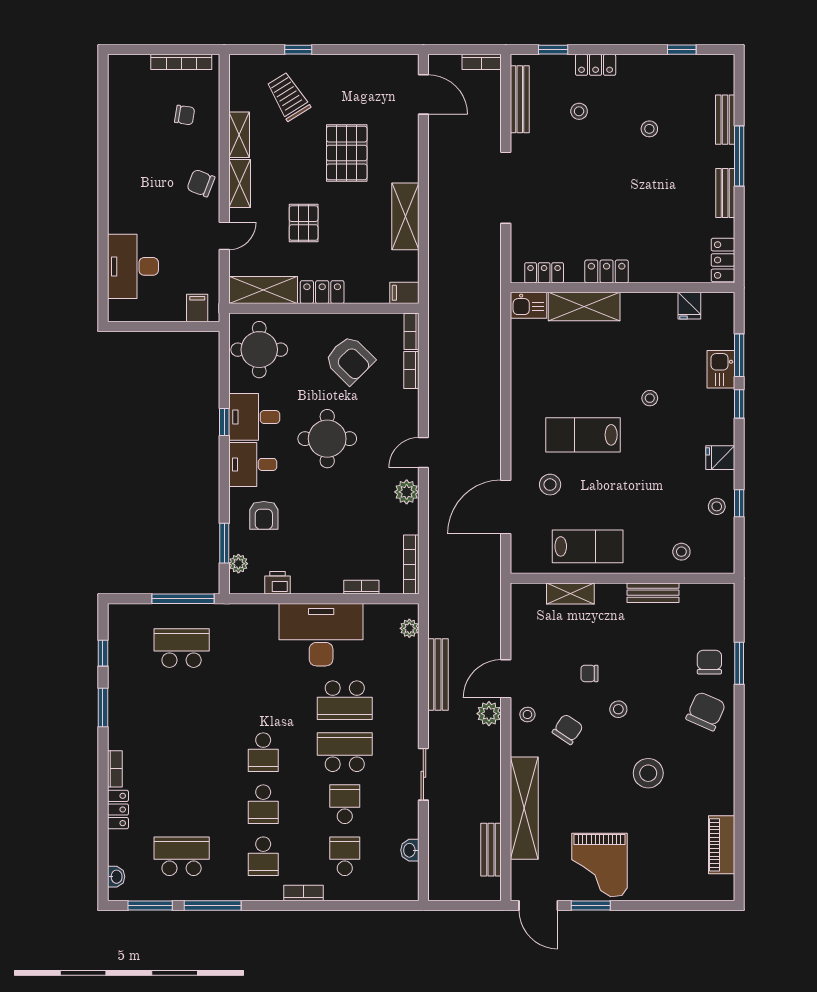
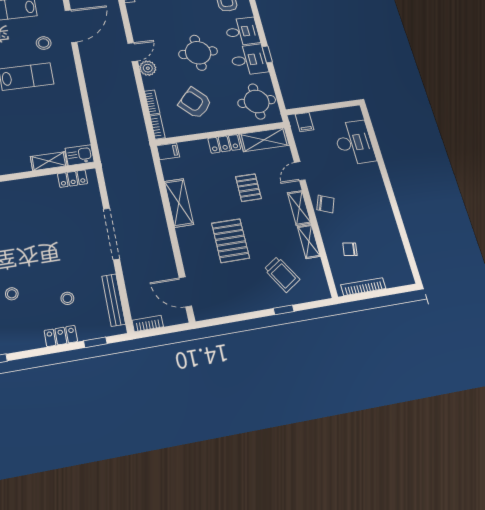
locker: (607, 271) -> (28, 186), removed
shelving: (584, 307) -> (49, 161), width x0.67, depth x0.75
plant: (407, 492) -> (148, 68), moved

